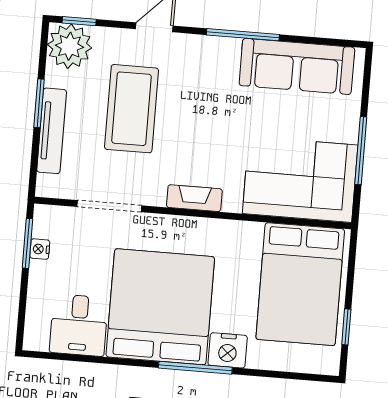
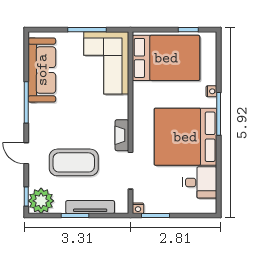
fireplace: (194, 198) -> (122, 135), moved
nightstand: (40, 249) -> (138, 208), moved
nightstand: (228, 350) -> (211, 91), width x0.53, depth x0.56

